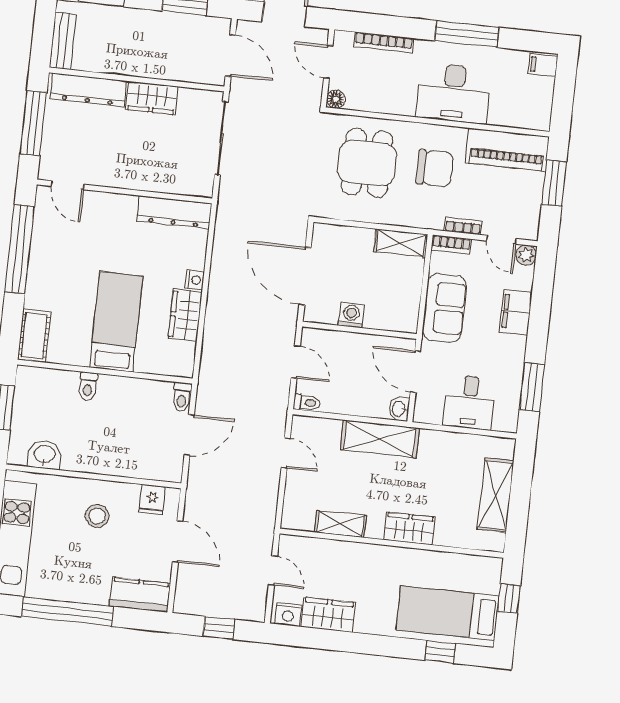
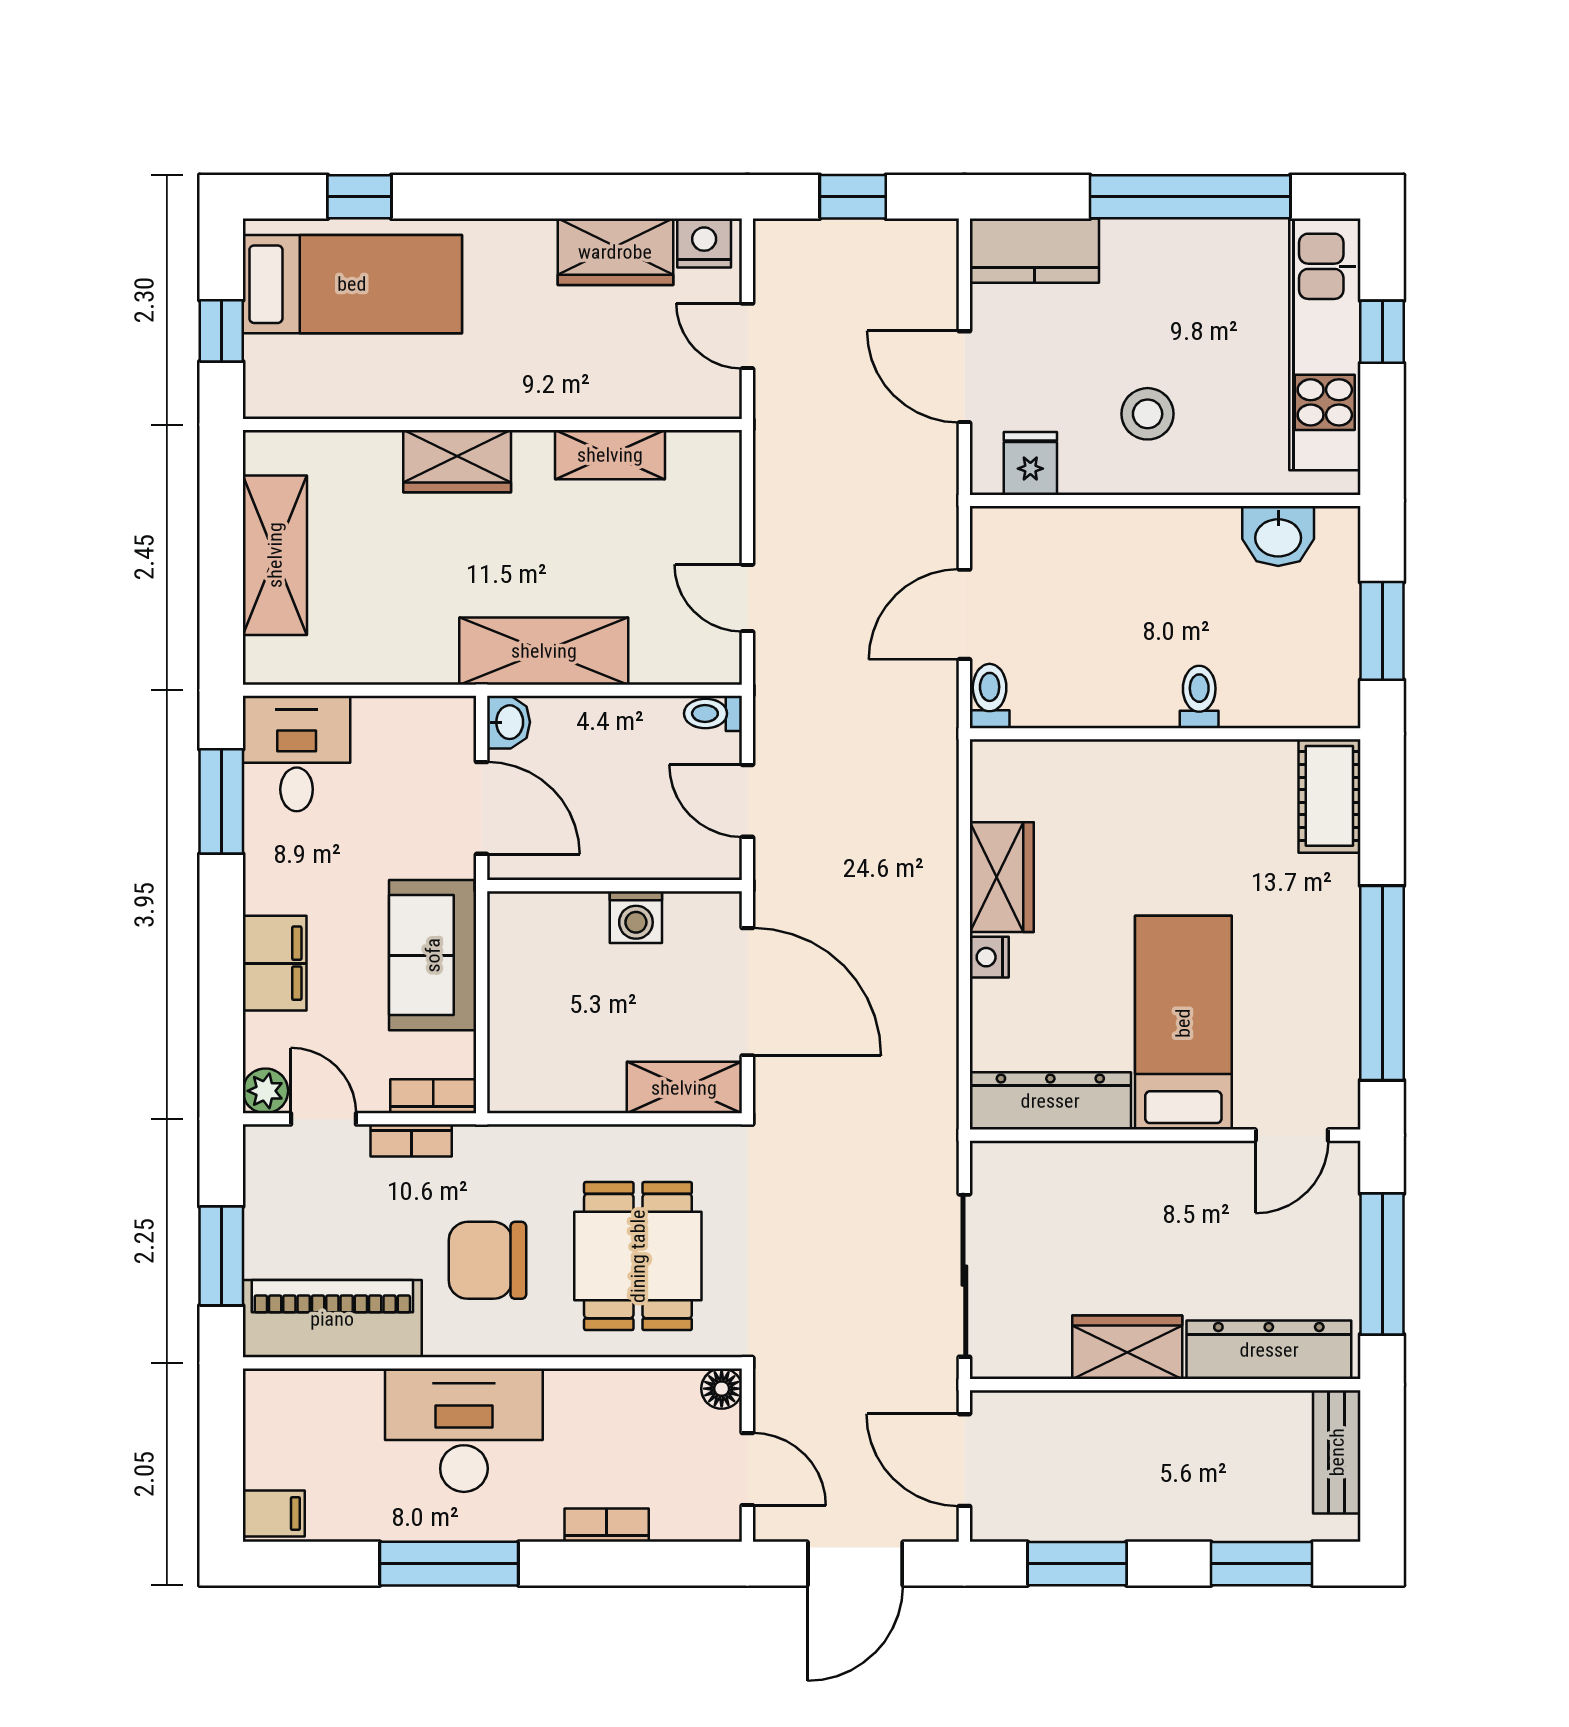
bookcase: (384, 42) -> (607, 1525), width x0.64
door: (68, 185) -> (1292, 1135), swing flipped
shelving: (401, 243) -> (684, 1088), moved
bed: (116, 322) -> (1183, 1023), moved, turned 180
desk: (470, 402) -> (297, 754), moved

